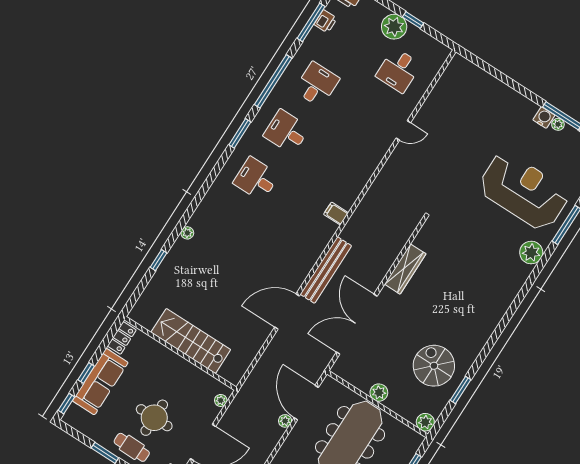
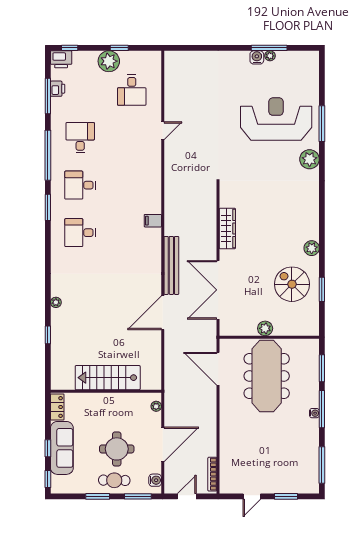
plant: (285, 421) -> (211, 391), removed
plant: (425, 422) -> (312, 248), moved

